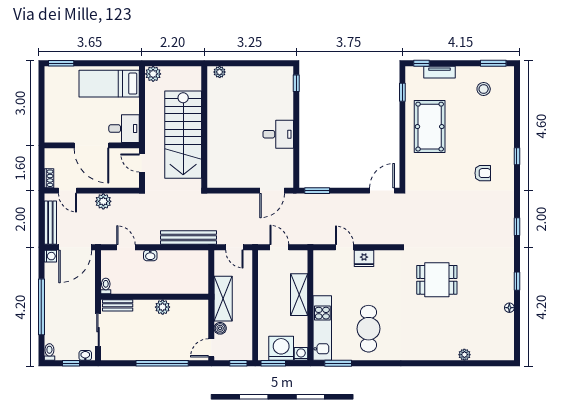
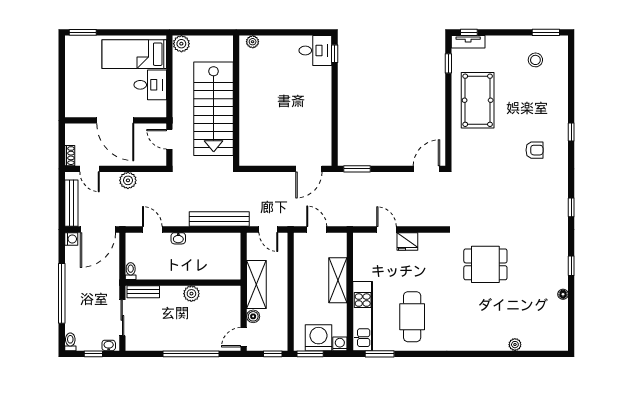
tv unit: (439, 72) -> (468, 42), moved
desk: (124, 129) -> (150, 85), moved
desk: (278, 134) -> (315, 51), moved

